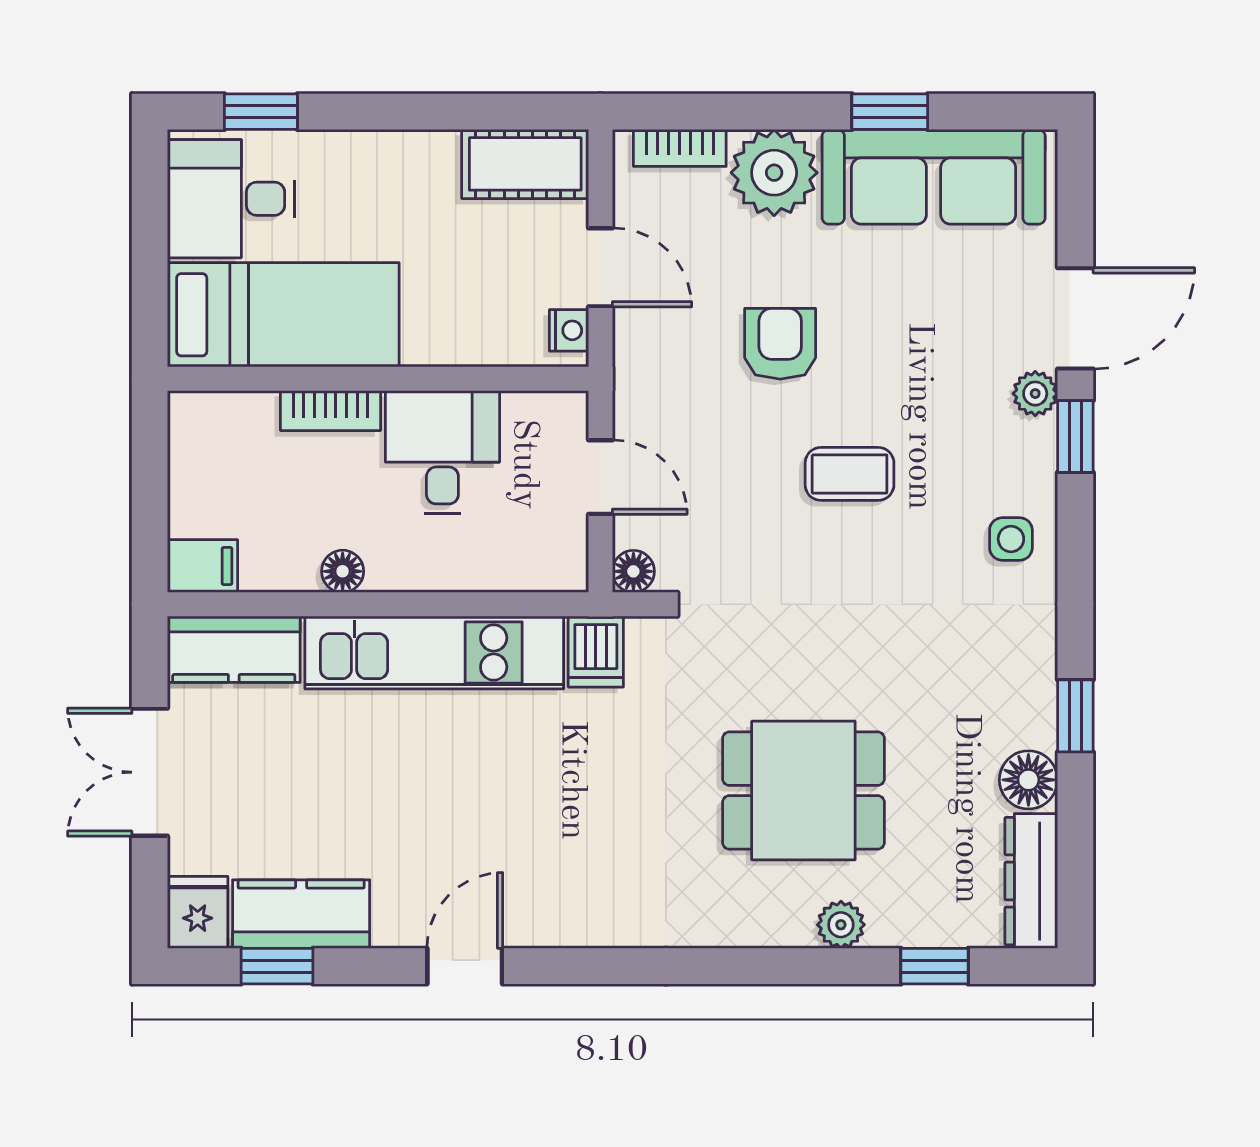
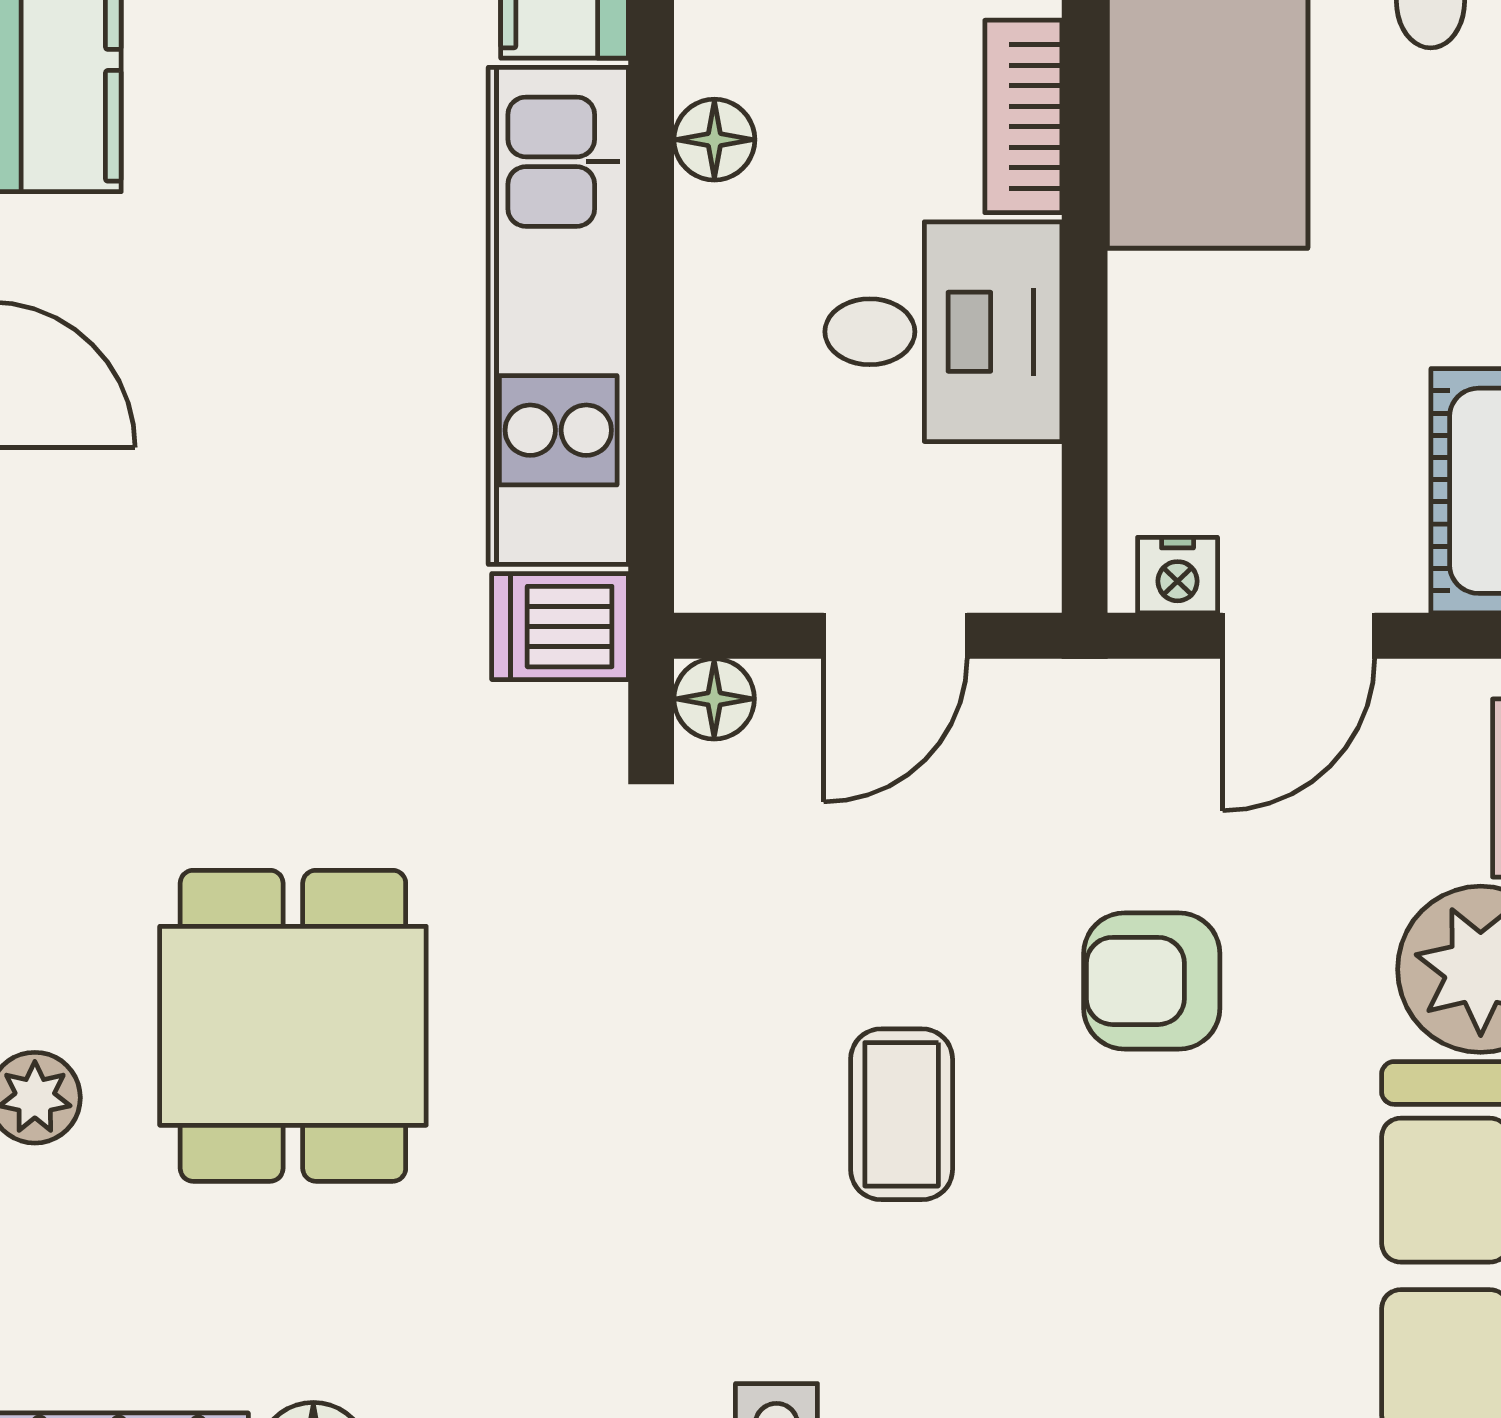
armchair: (780, 344) -> (1152, 981), turned 180

